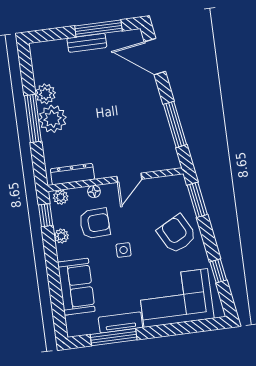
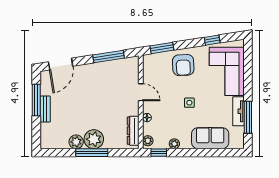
armchair: (95, 223) -> (169, 120), removed
armchair: (177, 234) -> (183, 65), turned -65

